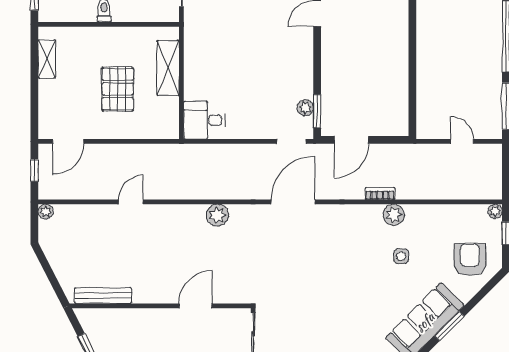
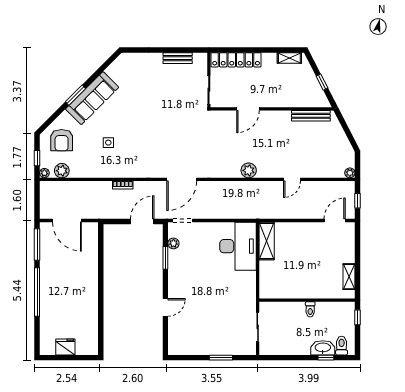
shelving: (168, 68) -> (267, 241), moved
pallet: (118, 89) -> (301, 256), removed
window: (317, 111) -> (165, 258), moved
desk: (204, 120) -> (238, 246), width x1.87, depth x1.30
door: (462, 141) -> (67, 221), width x1.88
plant: (217, 215) -> (249, 170), moved
plant: (394, 215) -> (62, 171), moved

